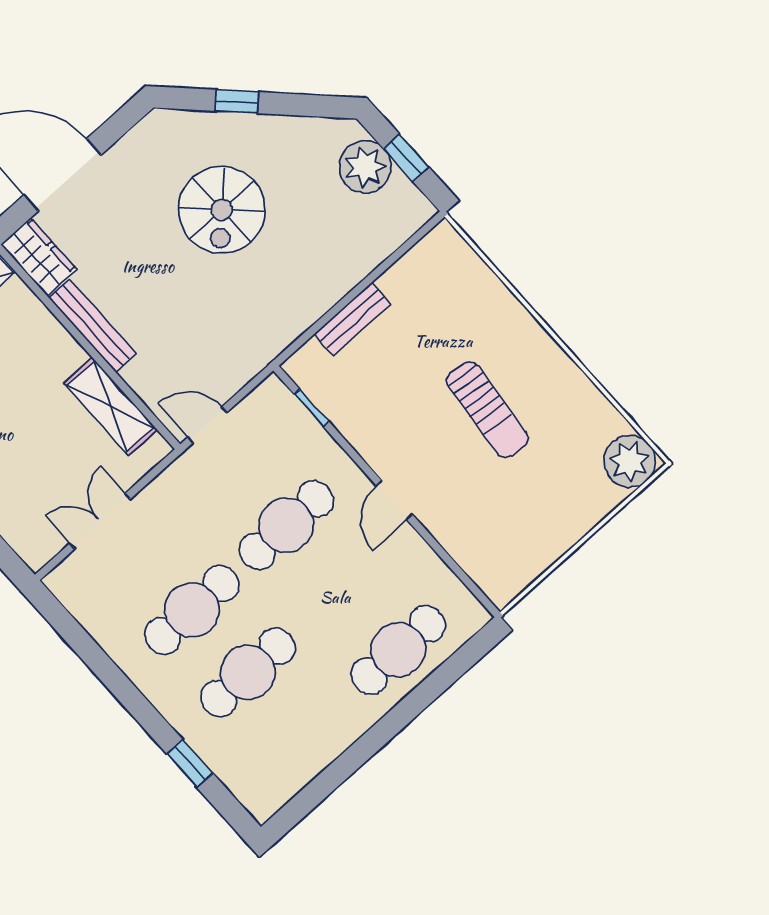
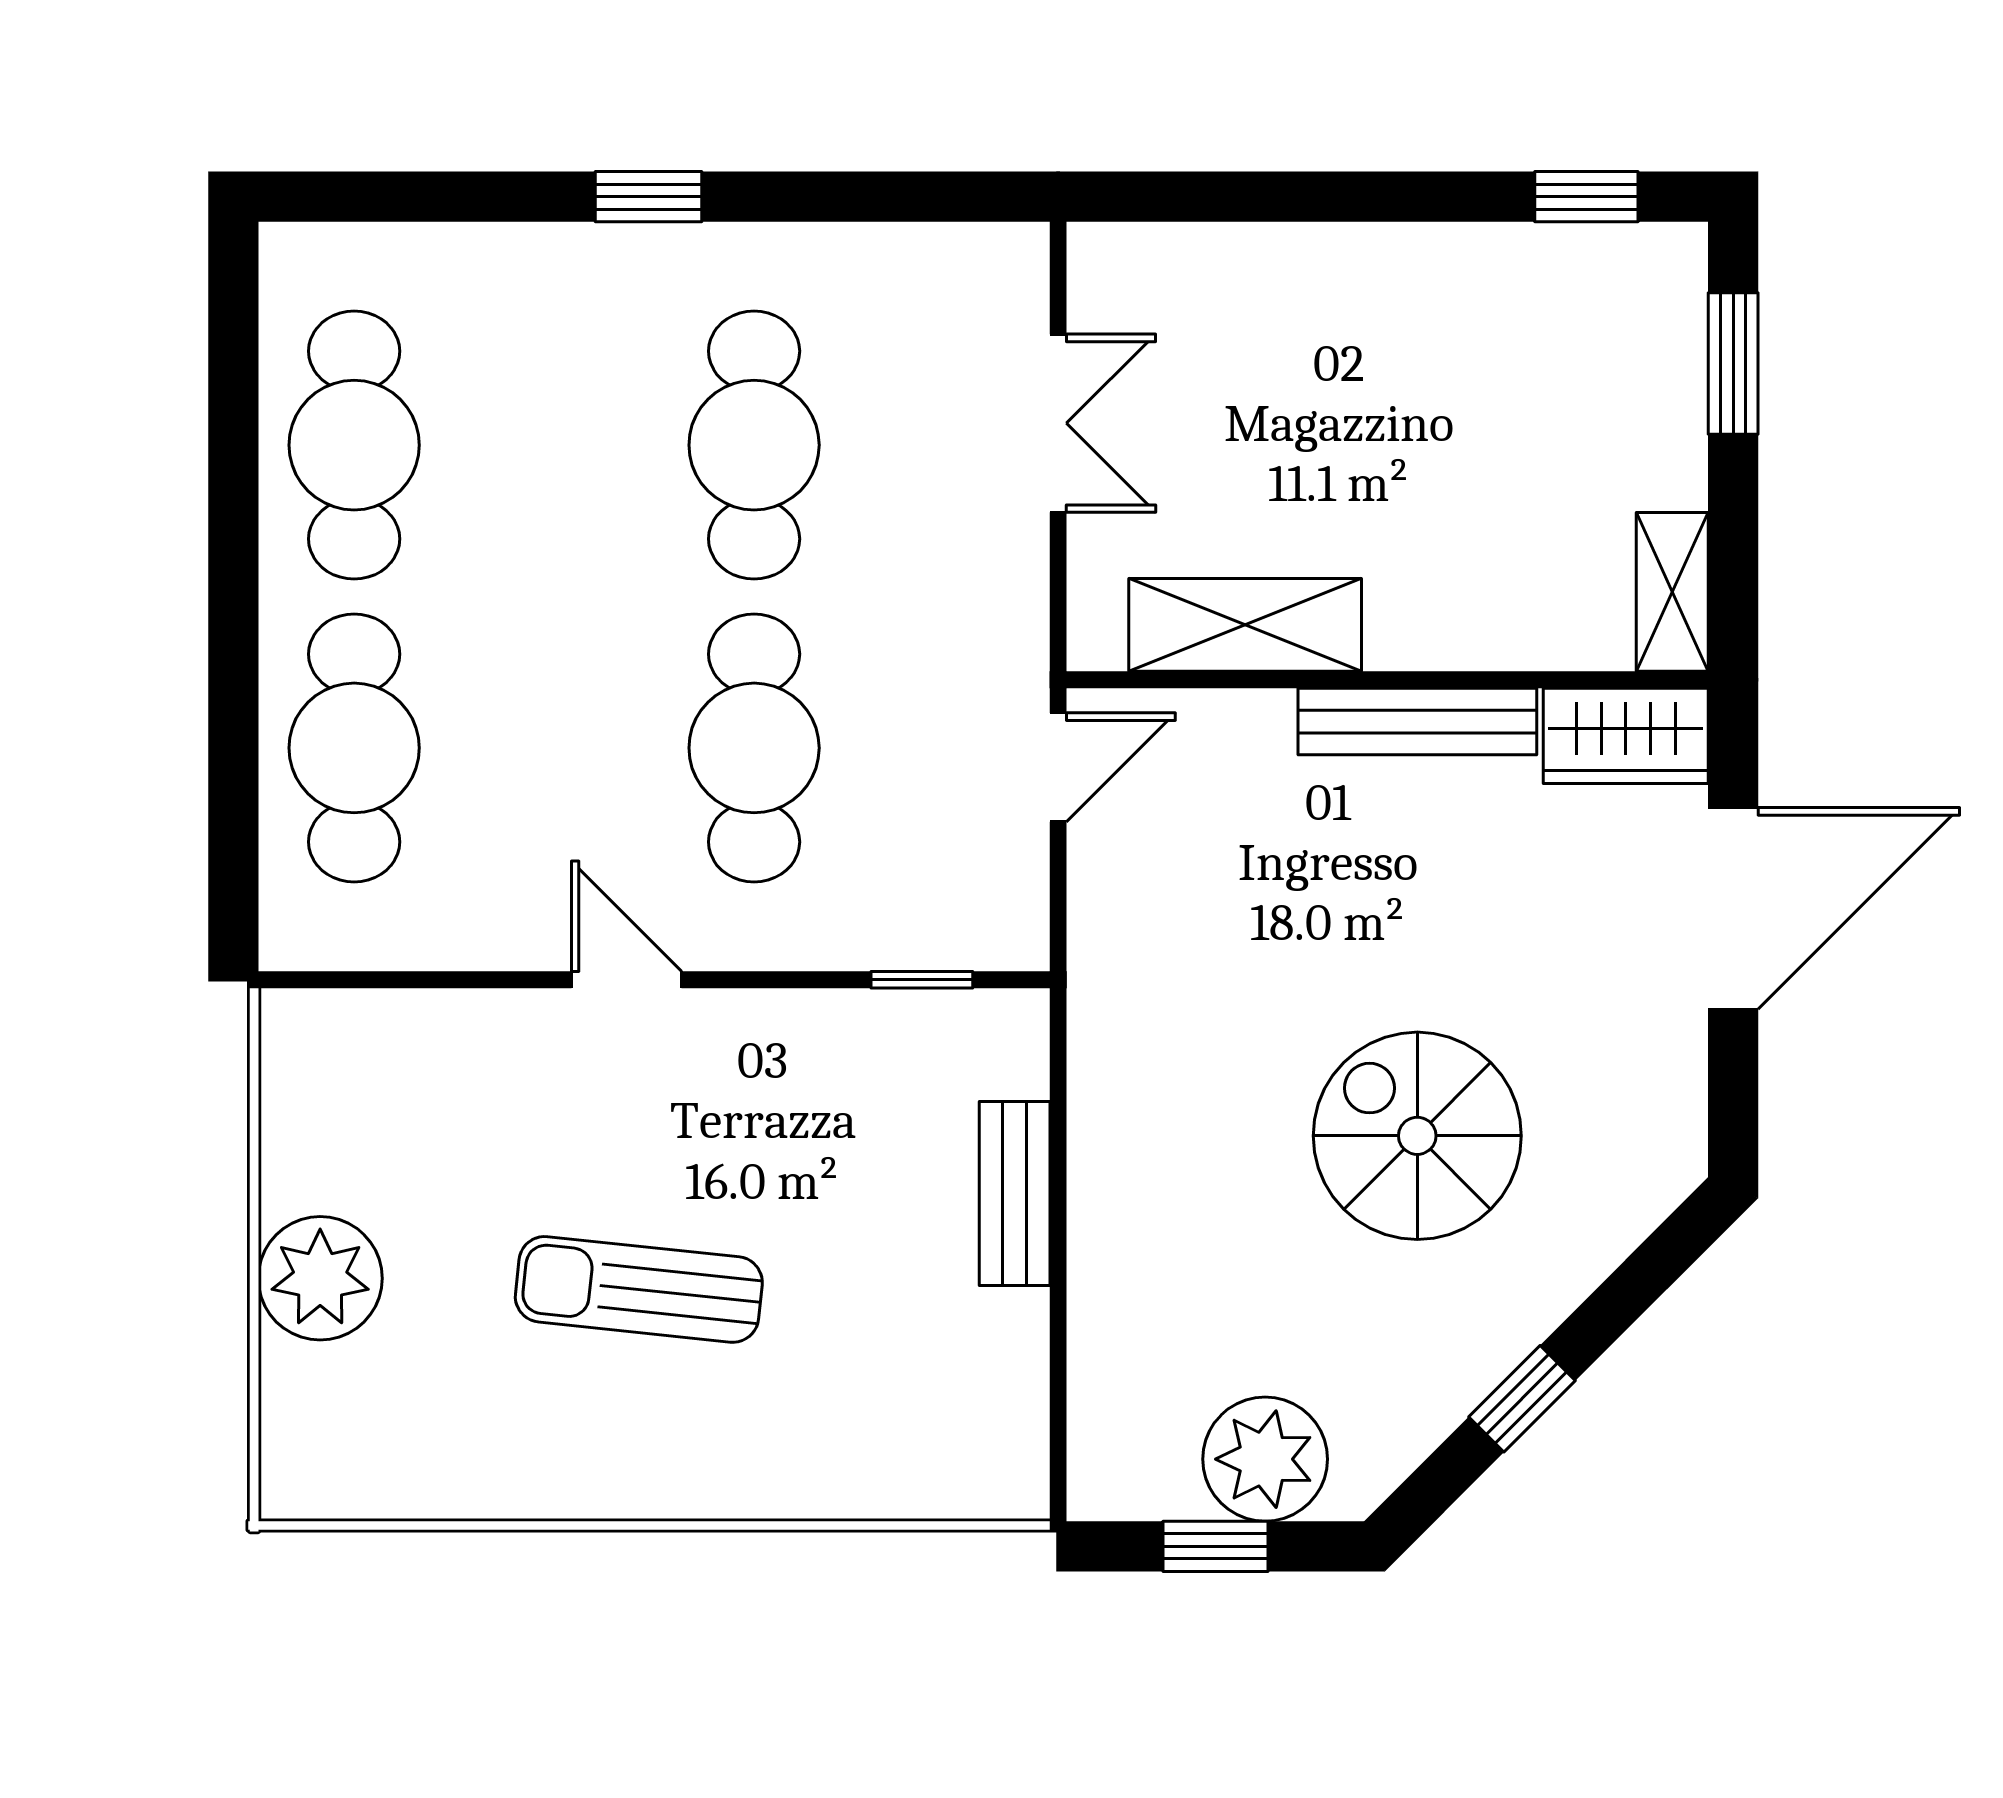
window: (237, 102) -> (1522, 1399), moved
plant: (630, 461) -> (320, 1278), moved
cafe table: (248, 672) -> (354, 445), moved
window: (190, 763) -> (649, 197), moved

